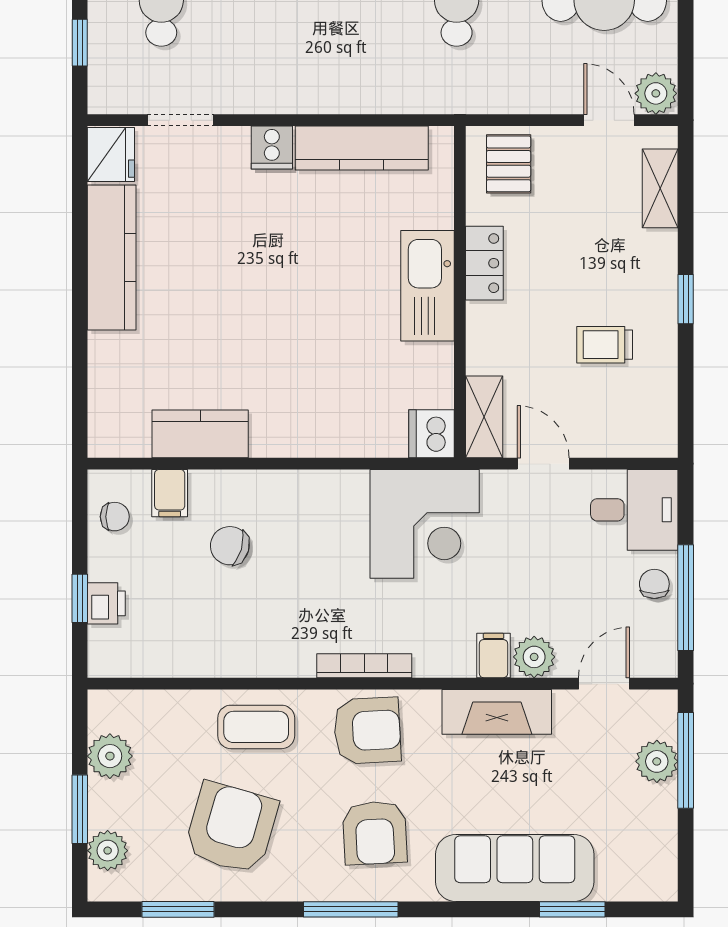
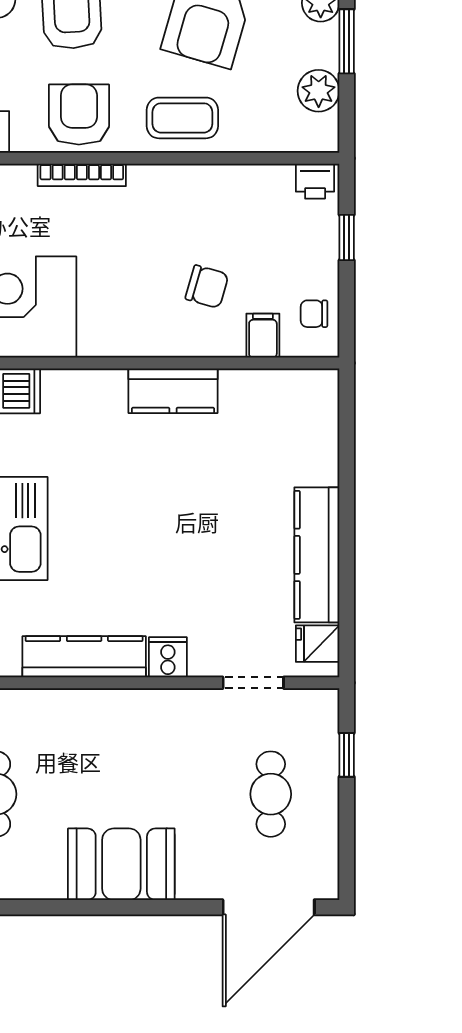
fridge: (111, 155) -> (318, 644), width x0.72
kitchen counter: (200, 434) -> (173, 391), moved
printer: (106, 603) -> (315, 181), moved, turned -90
armchair: (367, 731) -> (79, 115), turned 93

